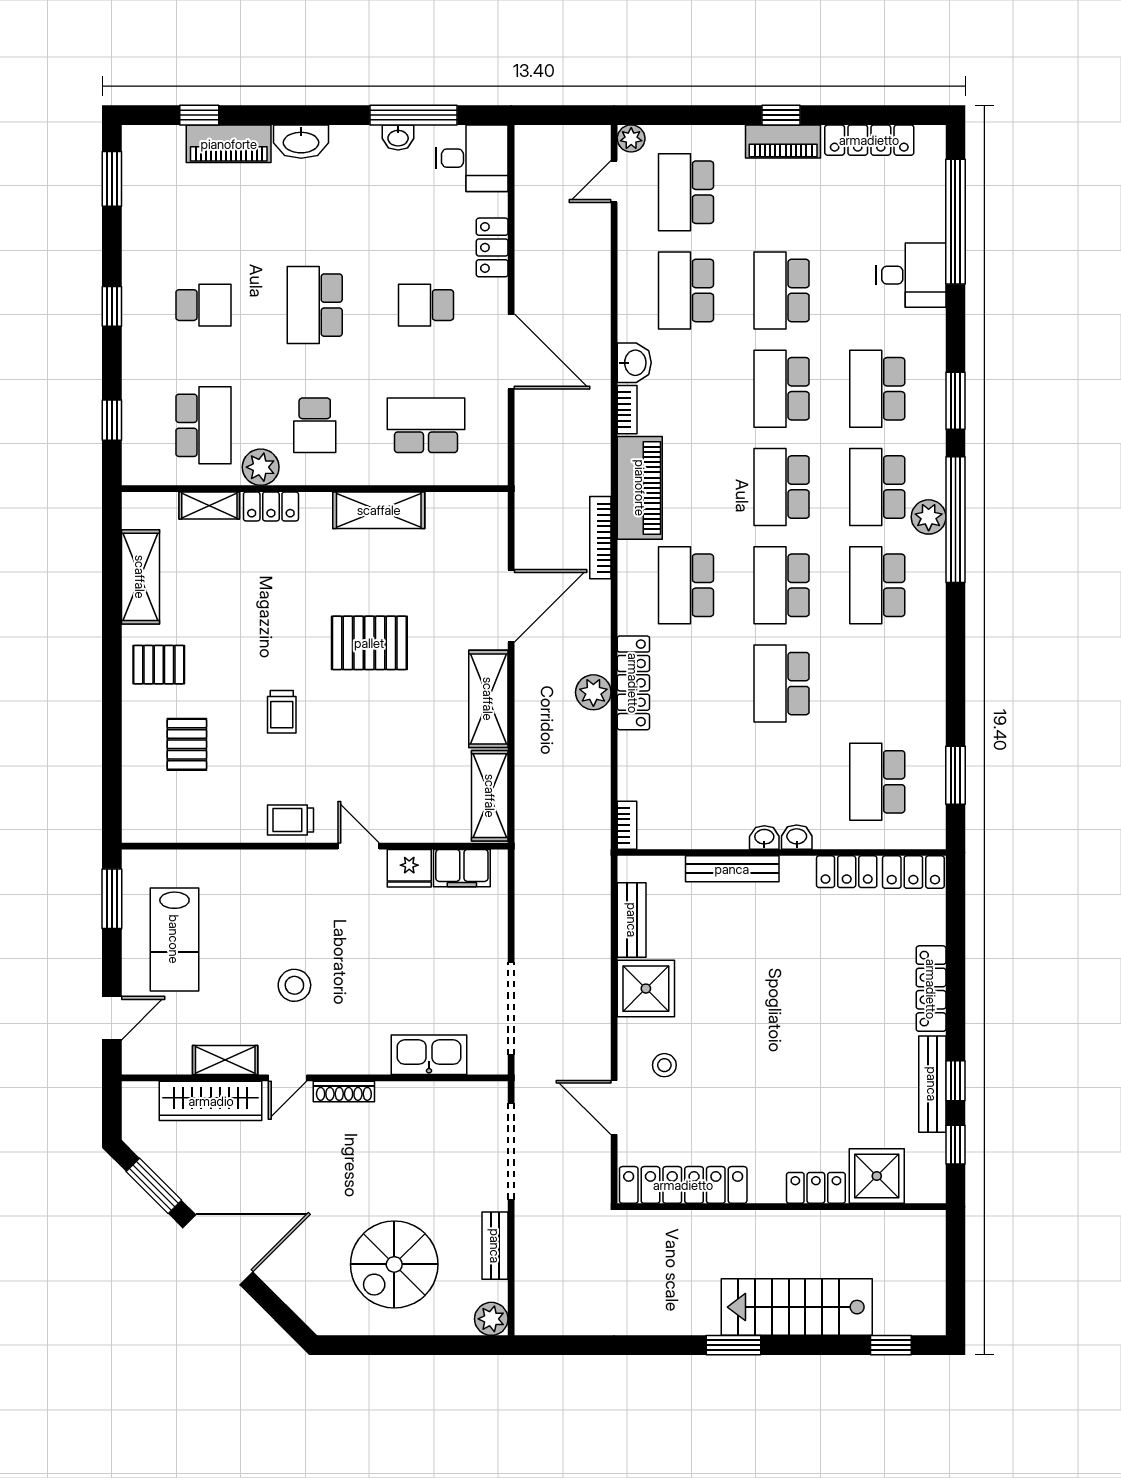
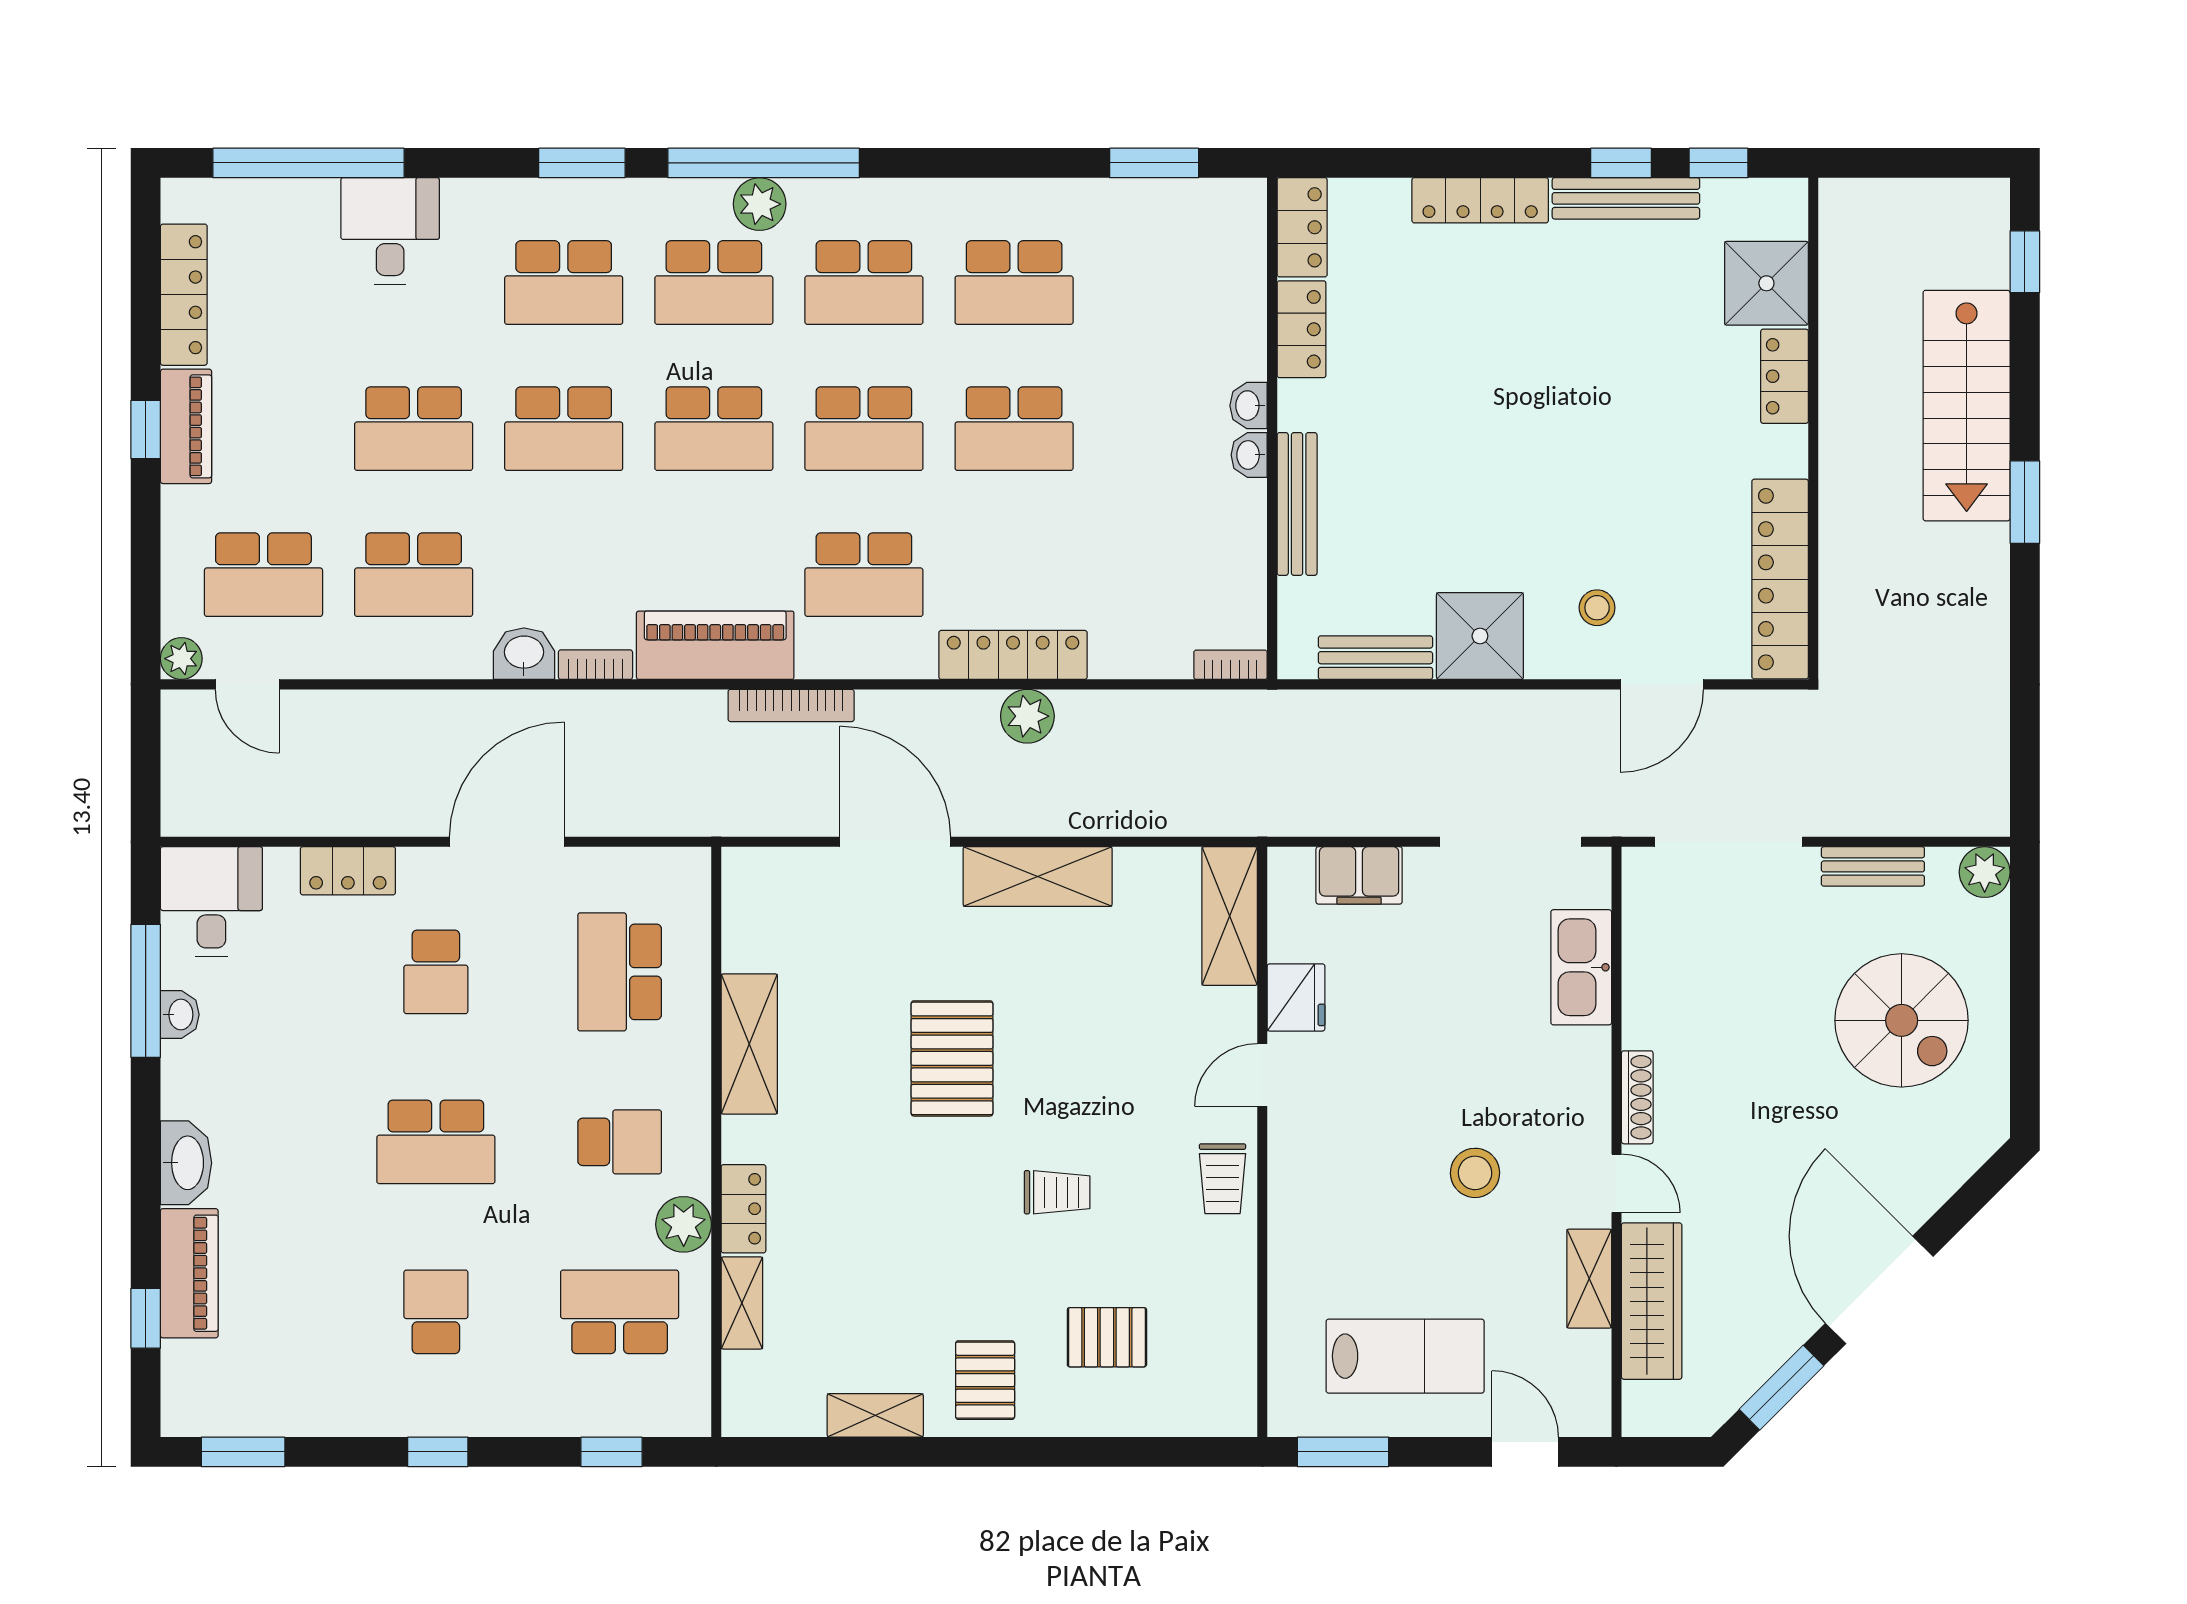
shelving: (140, 577) -> (875, 1415), width x0.67, depth x0.75
school desk: (877, 782) -> (1014, 283), moved
shelving: (490, 796) -> (1230, 916), moved, turned 90
filing cabinet: (462, 868) -> (1359, 875), moved, turned 90

